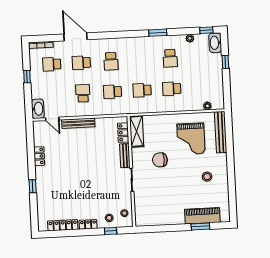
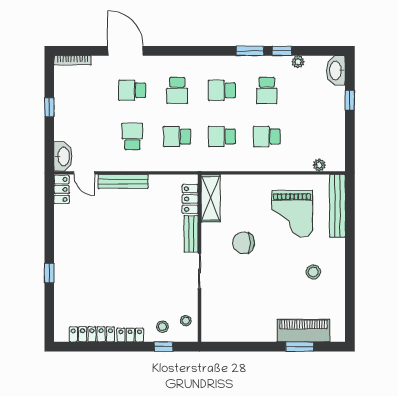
window: (206, 30) -> (282, 51), moved
school desk: (52, 64) -> (222, 90), moved
locker: (39, 156) -> (62, 189), moved

